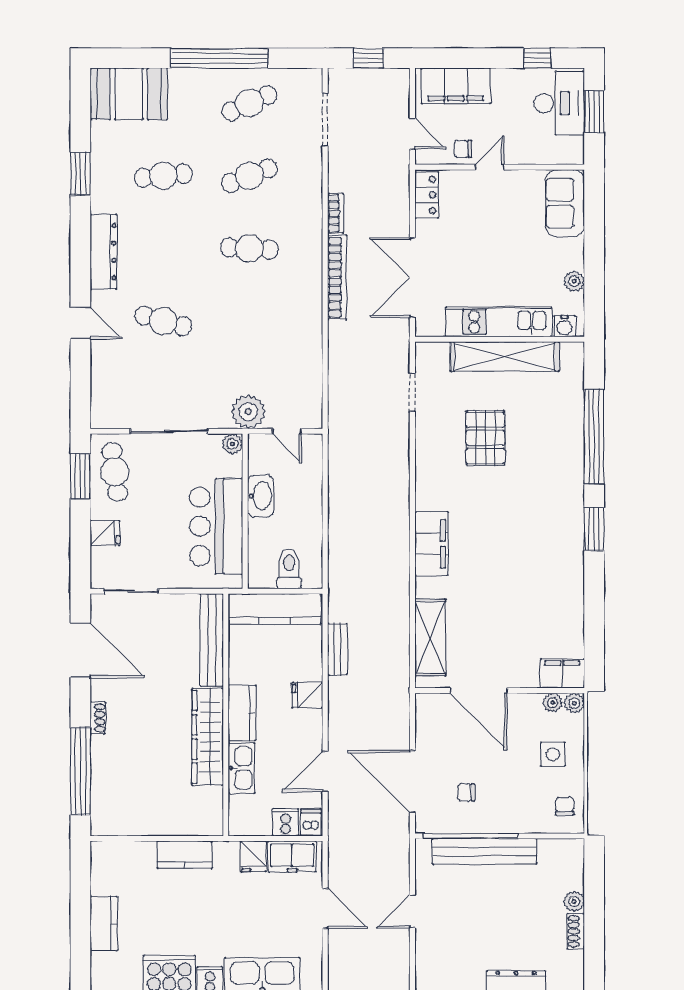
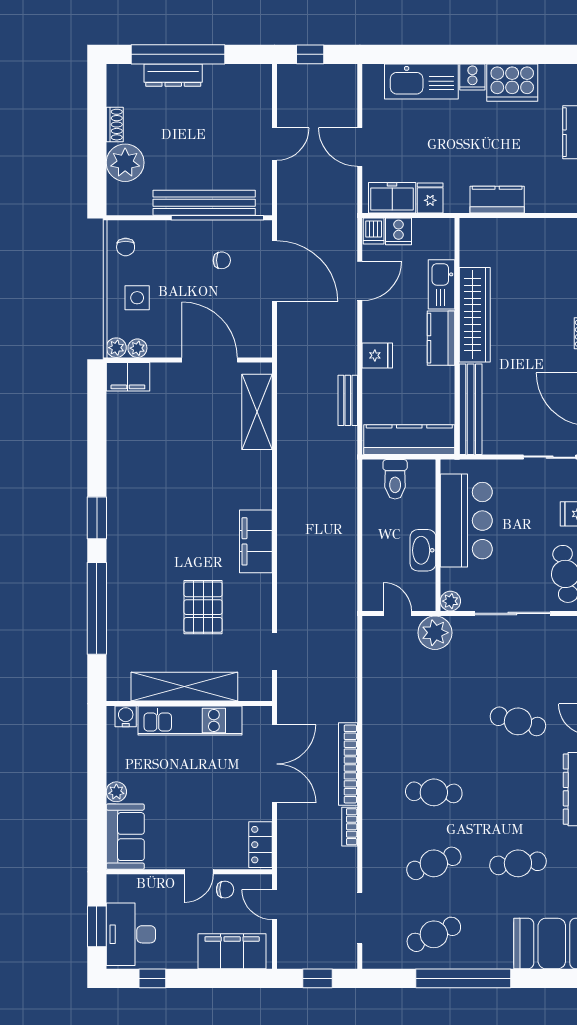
plant: (574, 281) -> (116, 792), moved
filing cabinet: (431, 544) -> (256, 541), moved
plant: (574, 901) -> (125, 163), width x1.87, depth x1.87

